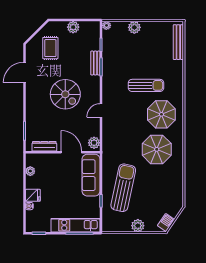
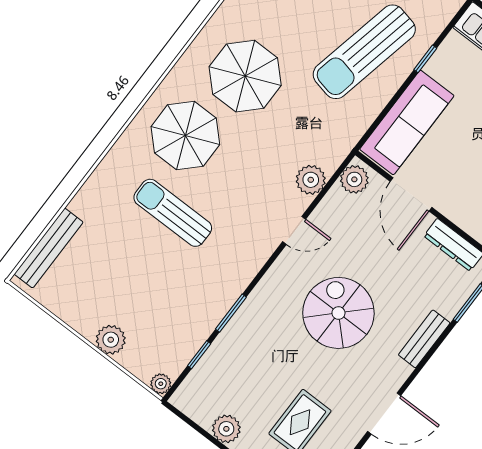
bench: (95, 63) -> (424, 339), moved
plant: (108, 132) -> (311, 180), added

